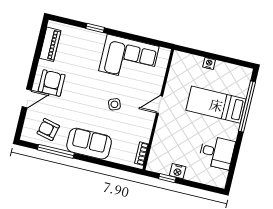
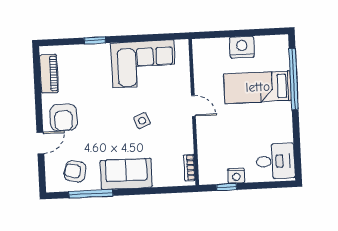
nightstand: (209, 63) -> (242, 47), width x1.89, depth x1.79
armchair: (52, 83) -> (64, 117), turned 180
door: (159, 105) -> (193, 106), swing flipped
desk: (217, 152) -> (275, 161), moved

